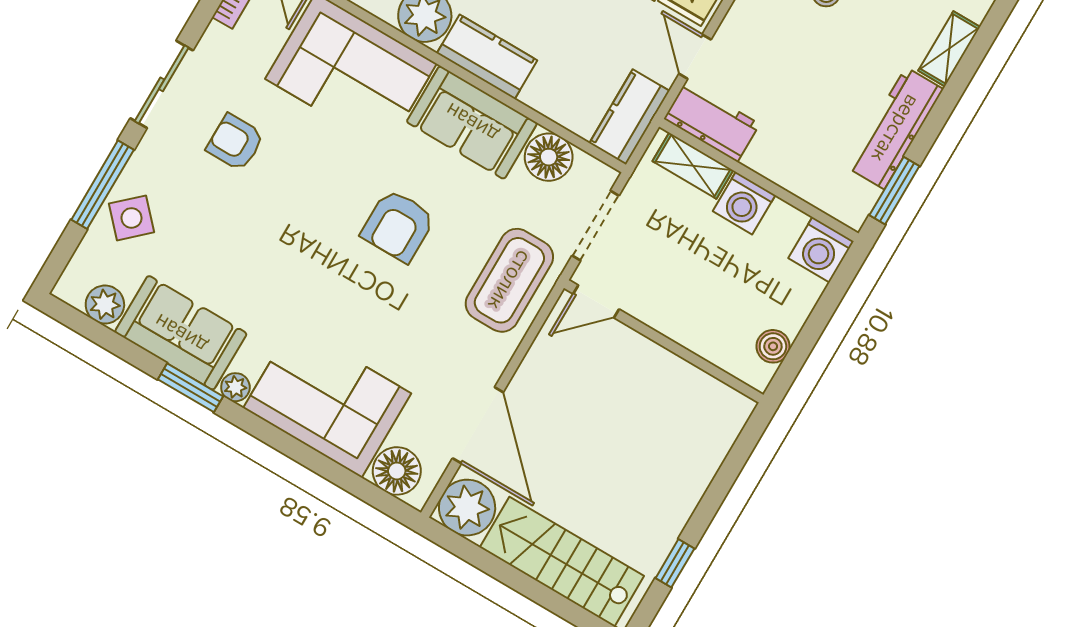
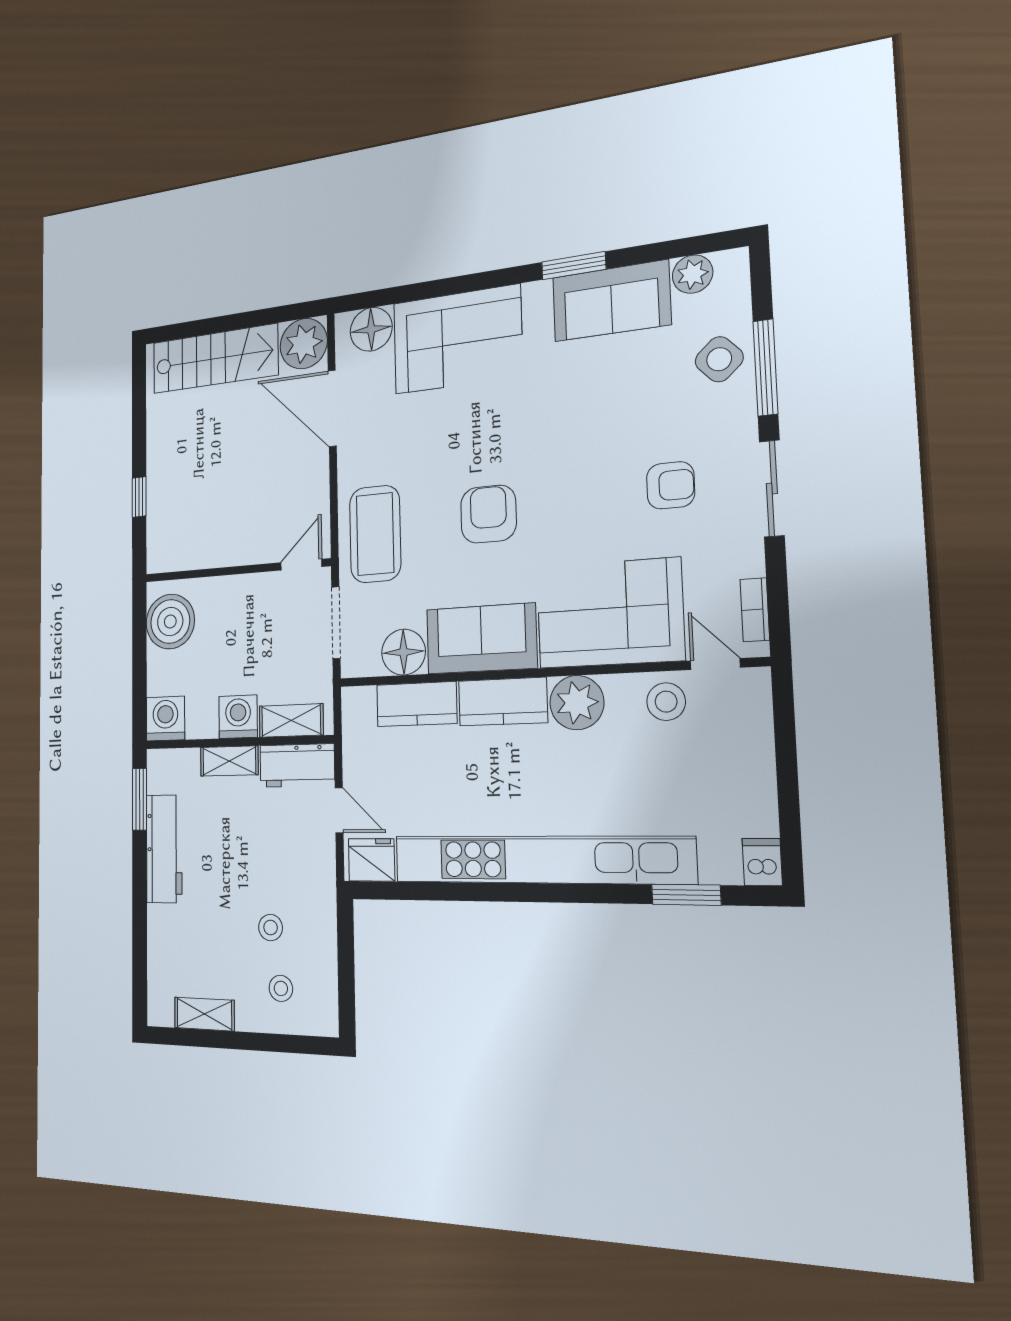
shelving: (949, 49) -> (229, 761), moved, turned 90
kitchen counter: (629, 117) -> (417, 704), moved, turned 90
boiler: (773, 346) -> (170, 622), width x1.86, depth x1.86
plant: (235, 387) -> (537, 294), removed
window: (675, 563) -> (139, 497), moved

